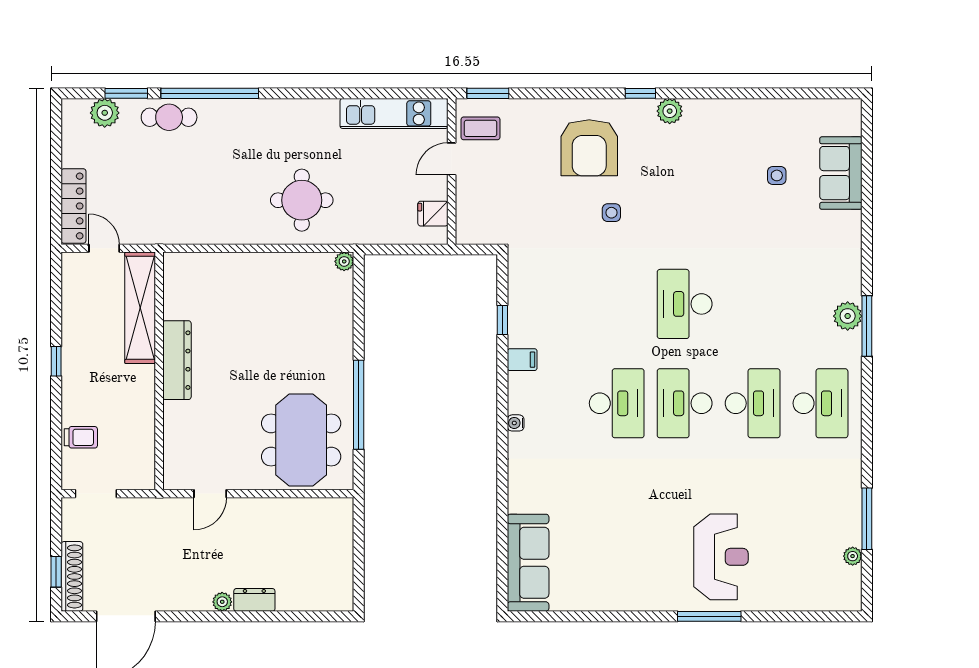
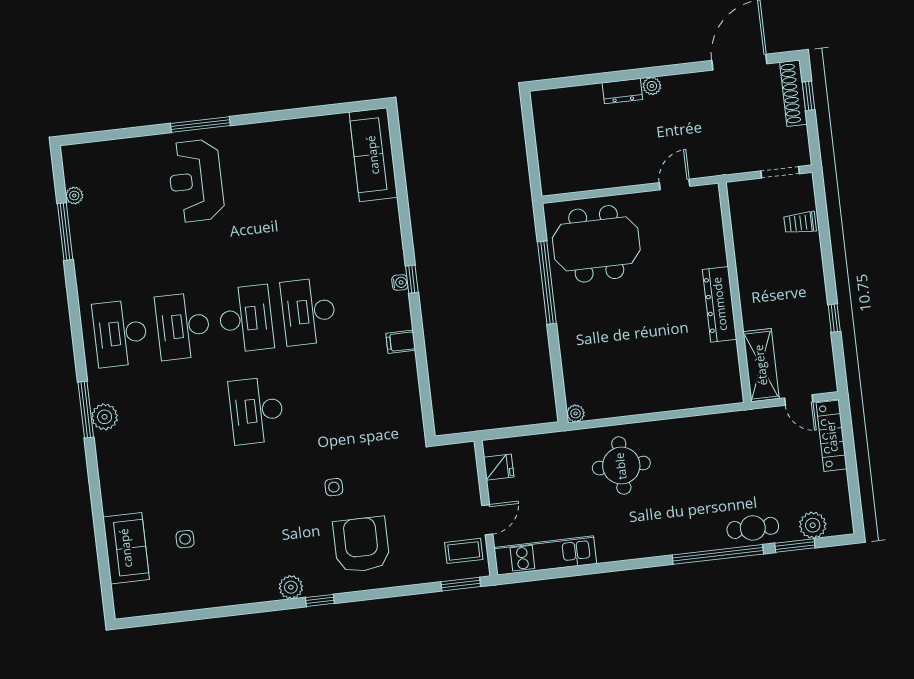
desk: (685, 304) -> (256, 411), turned 180
shelving: (140, 308) -> (761, 365), width x0.68
window: (502, 320) -> (412, 279), moved
window: (56, 361) -> (834, 318), moved
meeting table: (301, 440) -> (596, 244), turned 90

